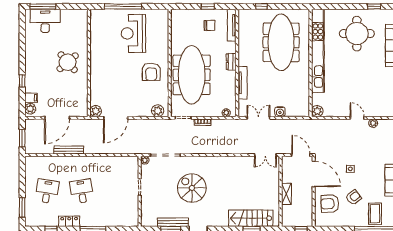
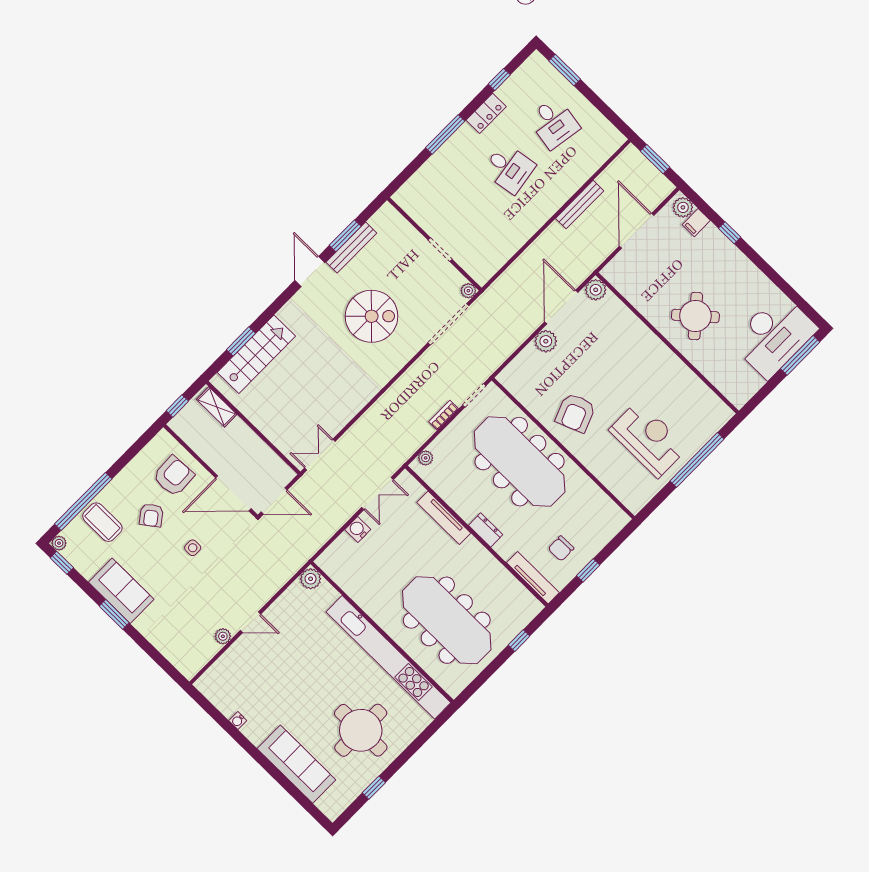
desk: (45, 21) -> (774, 336), width x1.36, depth x1.30
armchair: (151, 72) -> (575, 413), turned -112
plant: (158, 111) -> (546, 341), moved
shelving: (286, 194) -> (217, 407), moved

